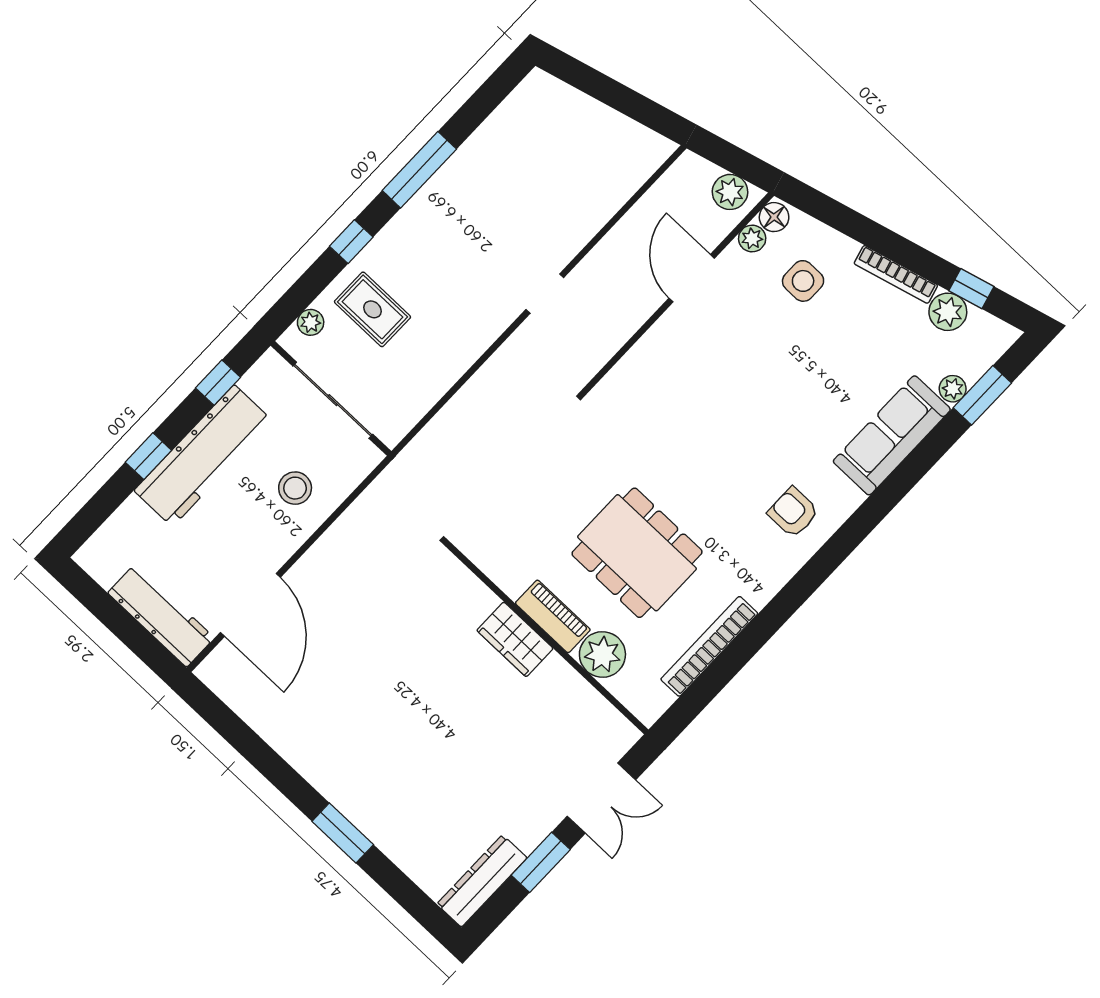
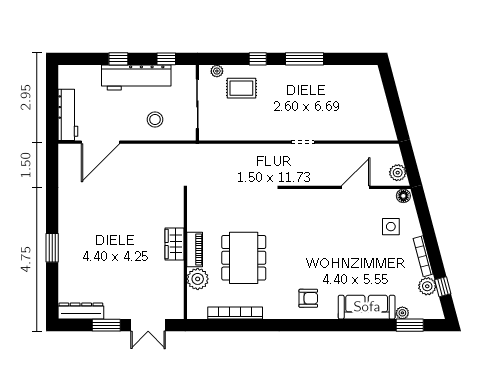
plant: (752, 238) -> (389, 195), removed
rug: (372, 309) -> (241, 88), turned 90
armchair: (793, 512) -> (308, 298), turned 90

